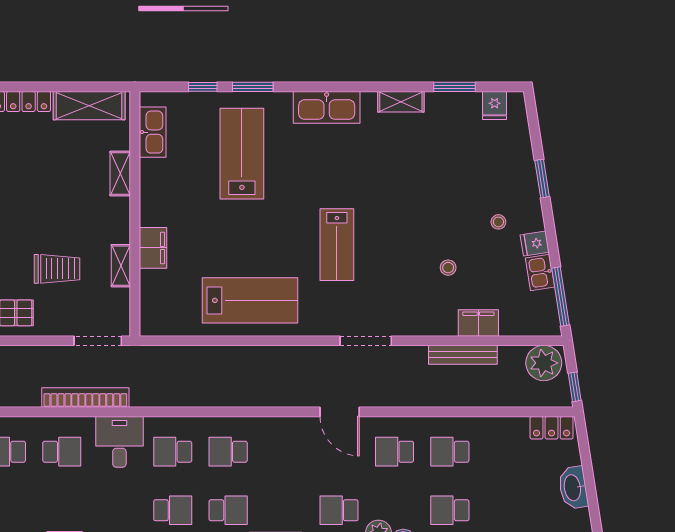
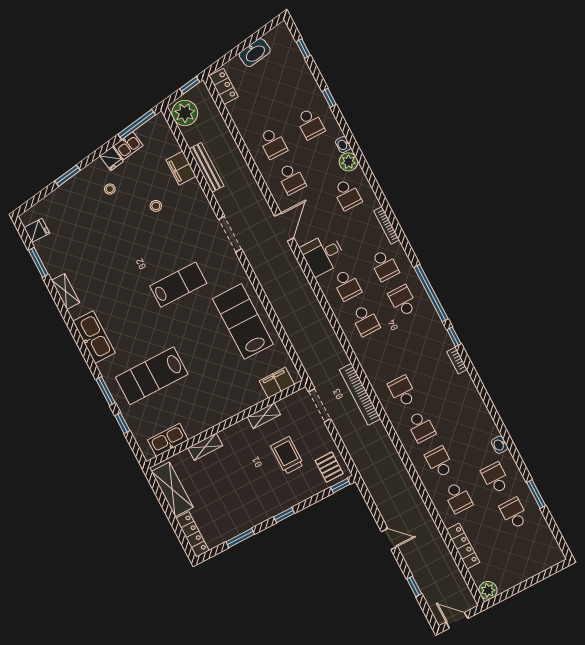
filing cabinet: (153, 248) -> (277, 383), moved
desk: (119, 442) -> (323, 254), moved
school desk: (228, 510) -> (384, 265), turned 180

